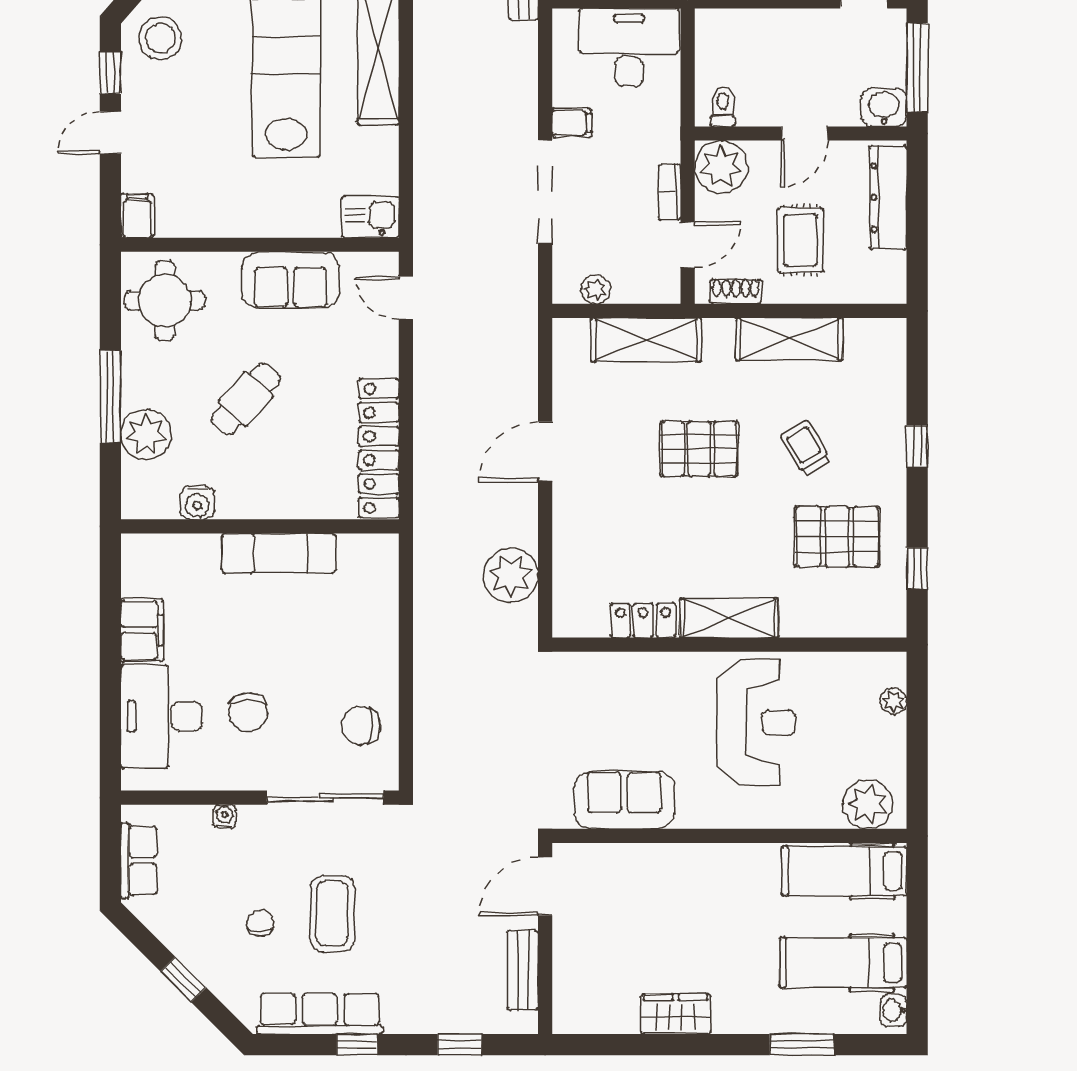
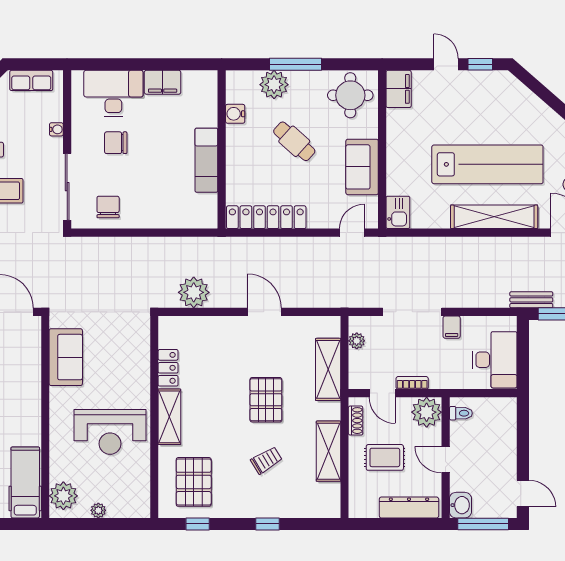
stool: (160, 38) -> (500, 93), removed
filing cabinet: (137, 216) -> (399, 89), width x2.00
pallet: (837, 537) -> (194, 482), moved
plant: (893, 701) -> (98, 510), moved

